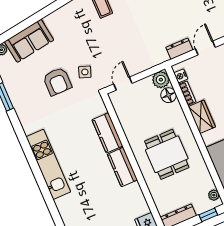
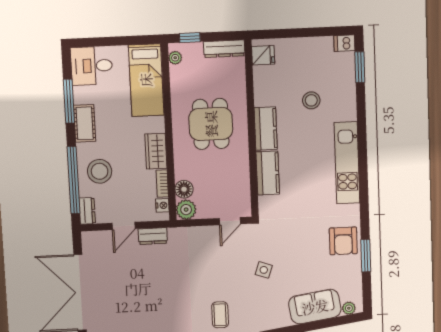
side table: (85, 72) -> (264, 270), moved
armchair: (57, 81) -> (343, 241), moved, turned 180
stool: (95, 202) -> (311, 100), added

